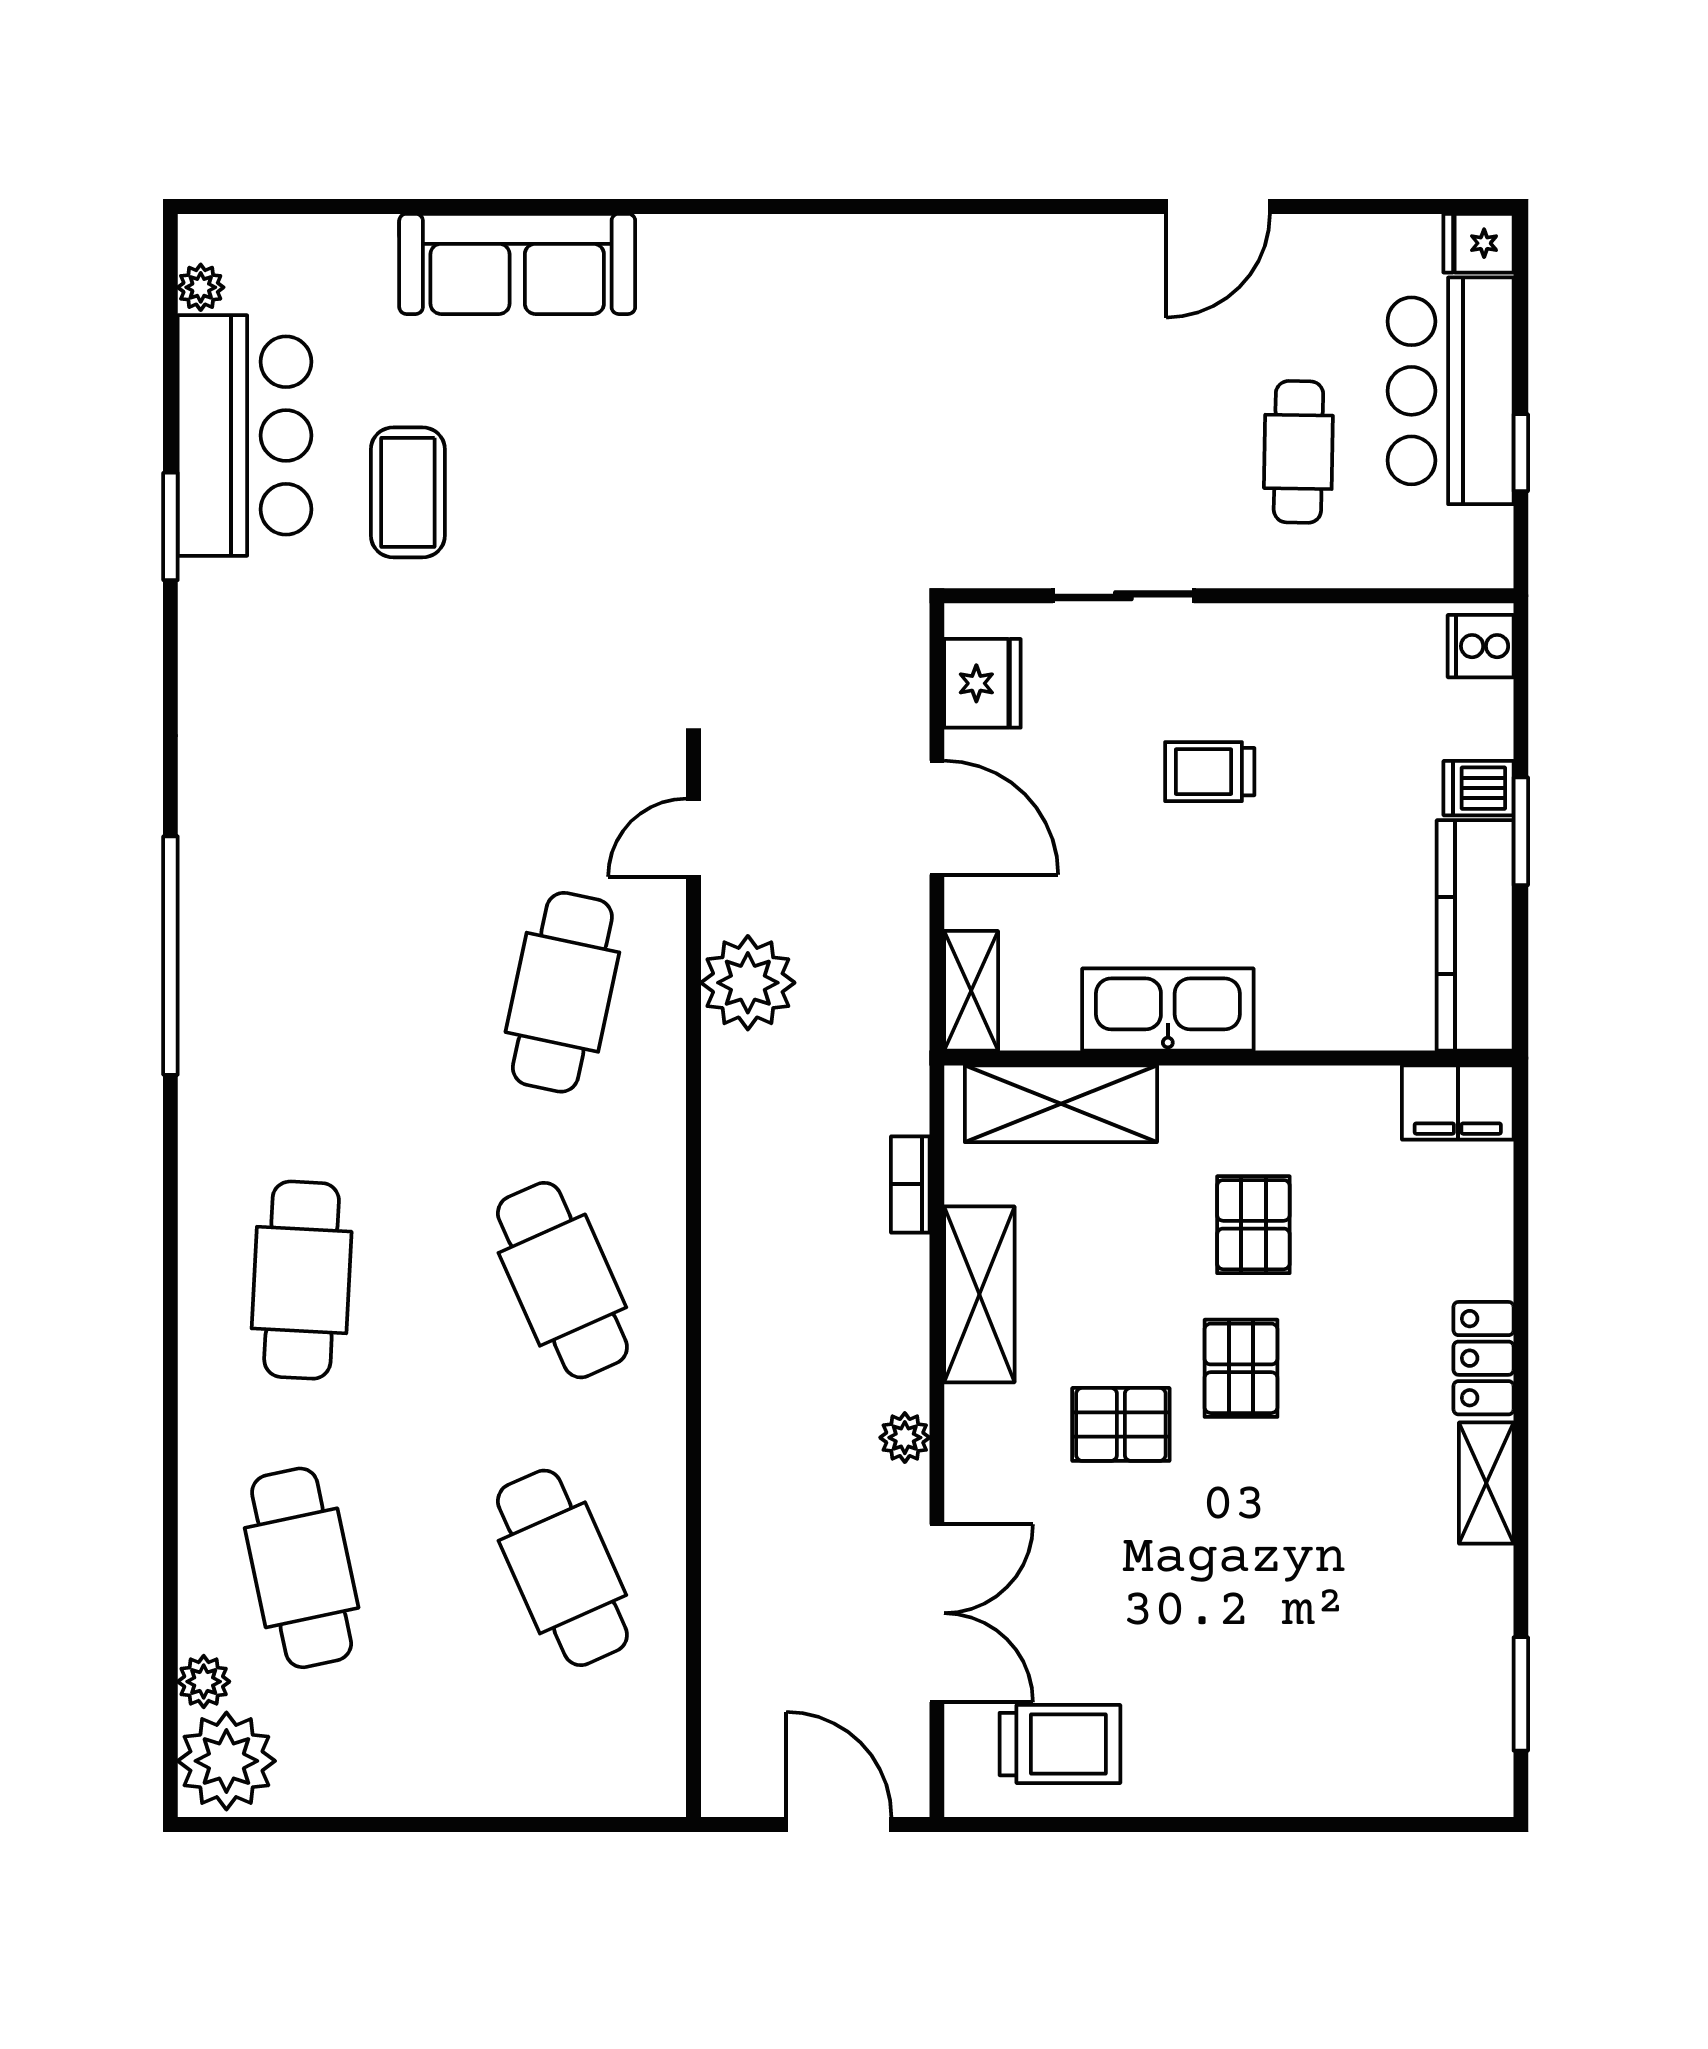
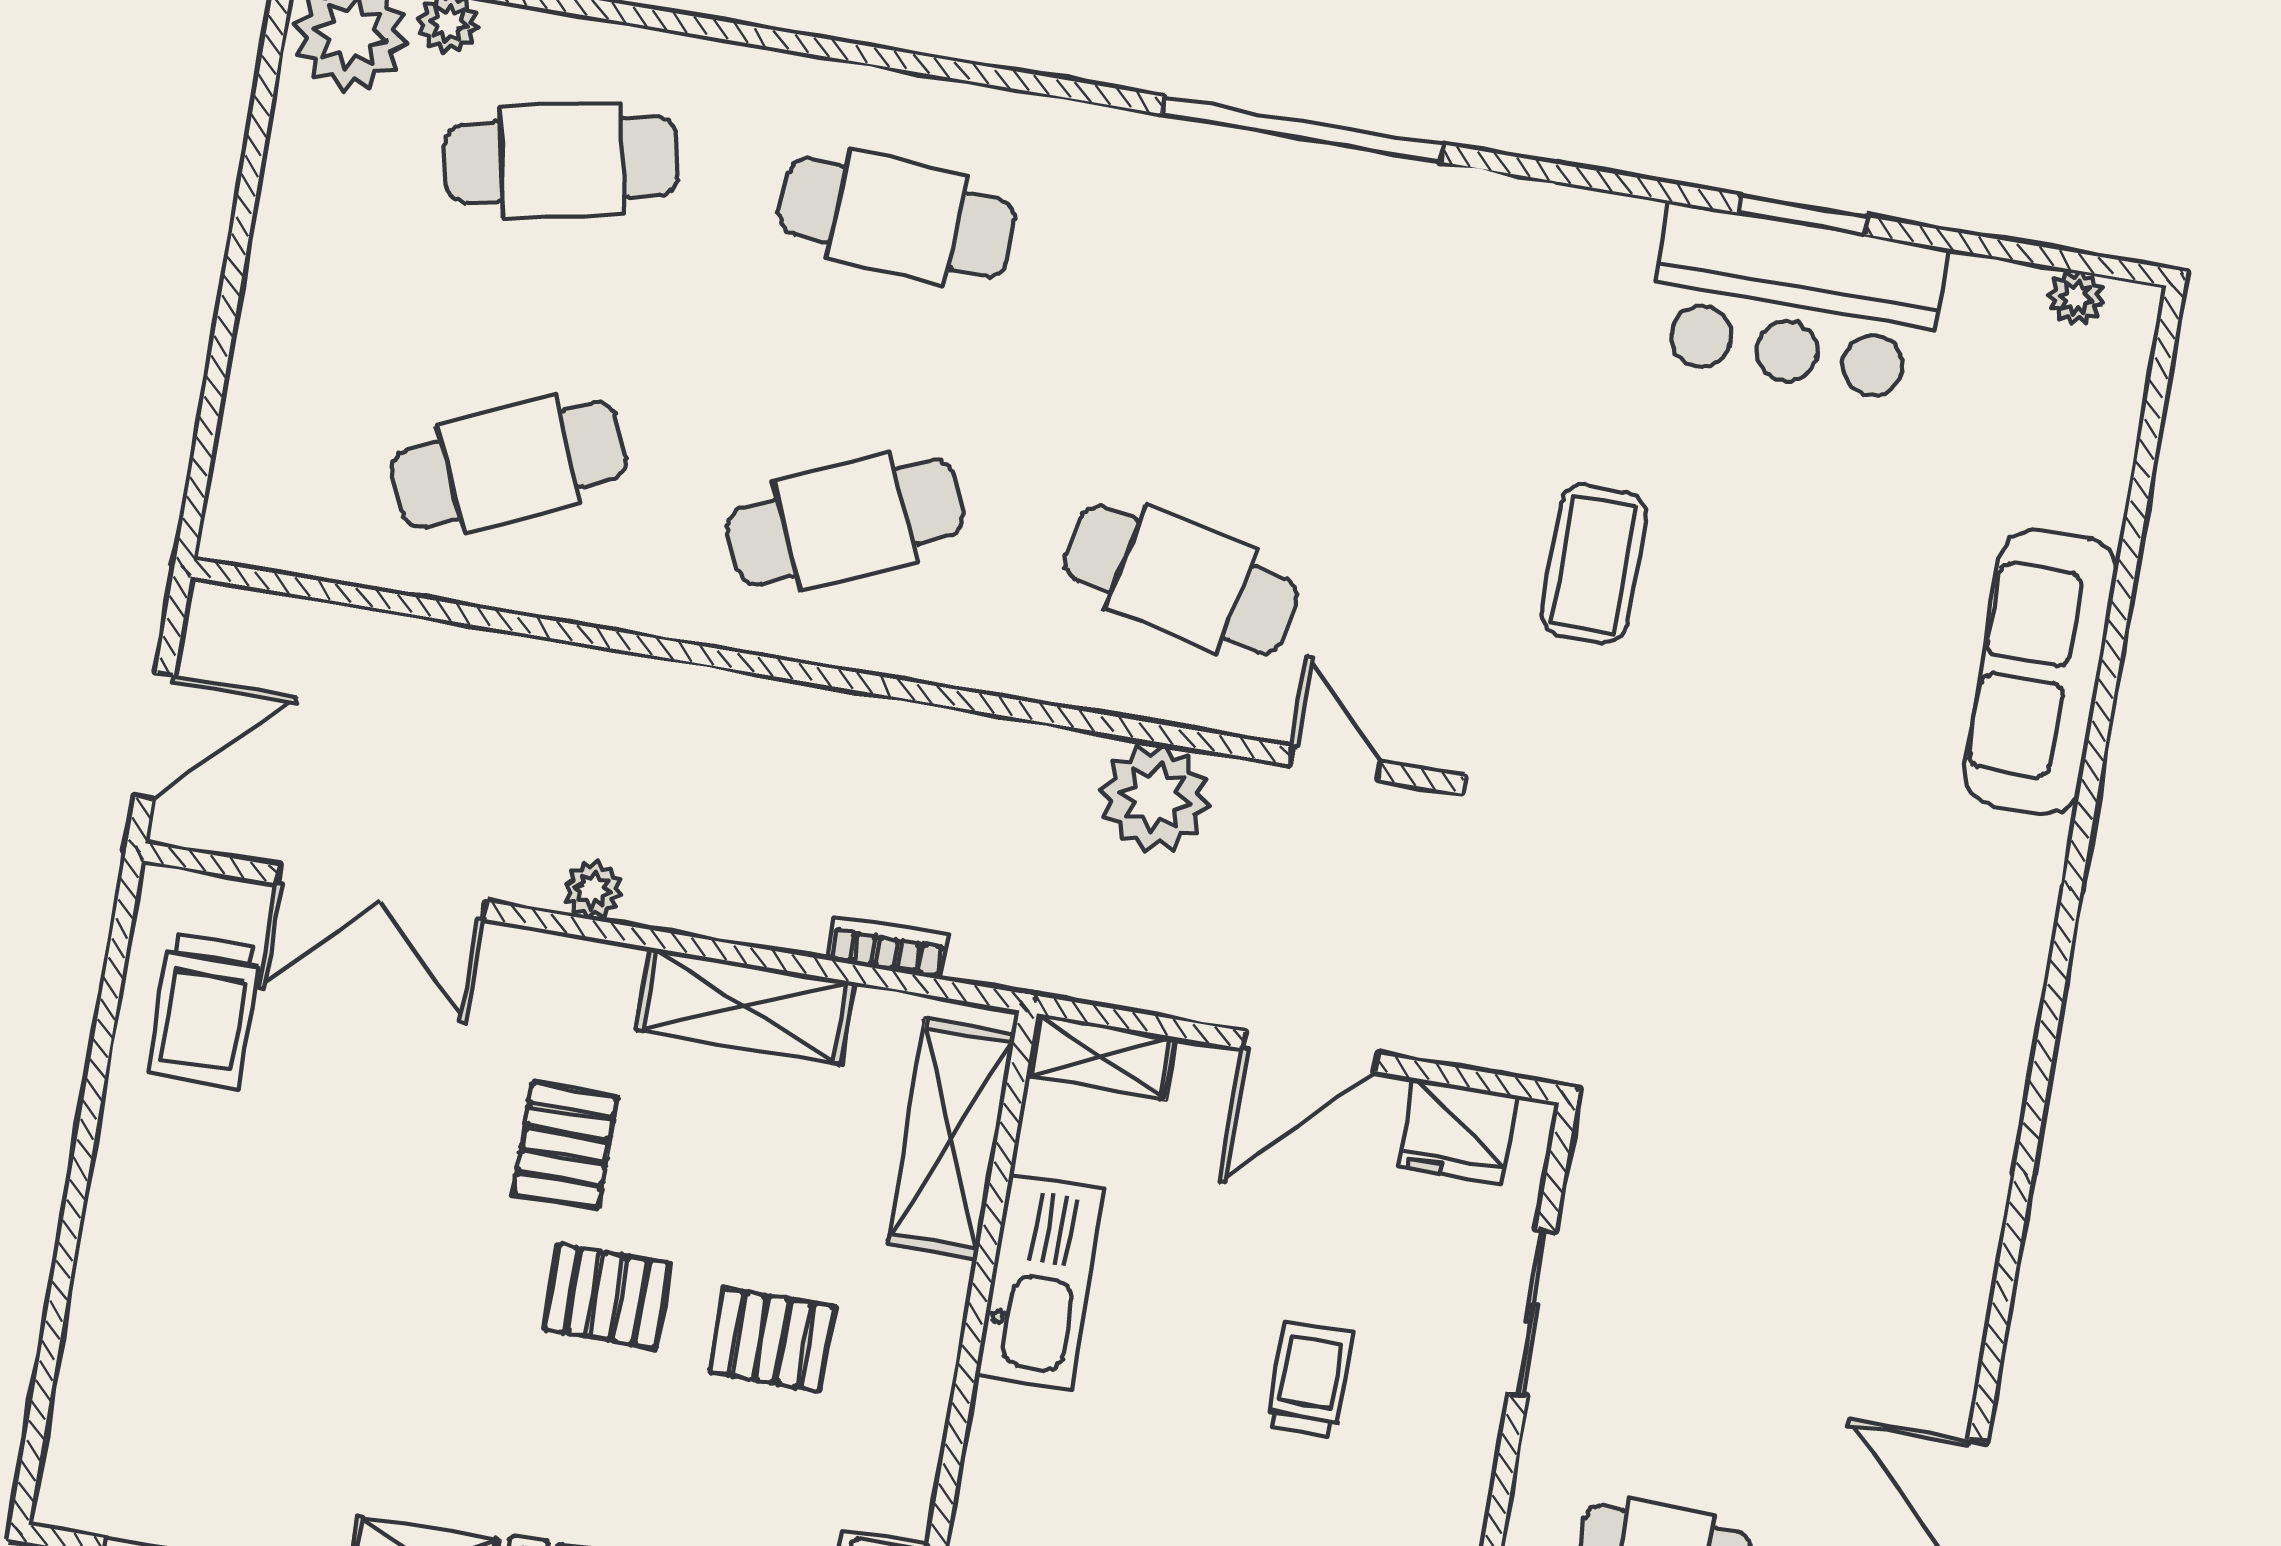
bar counter: (245, 435) -> (1795, 303), moved
coffee table: (408, 492) -> (1594, 564), moved, turned 90

